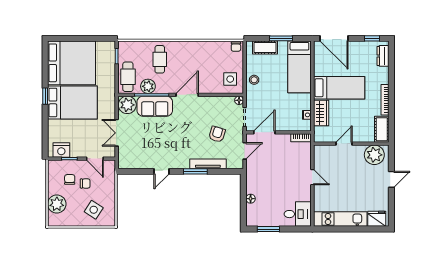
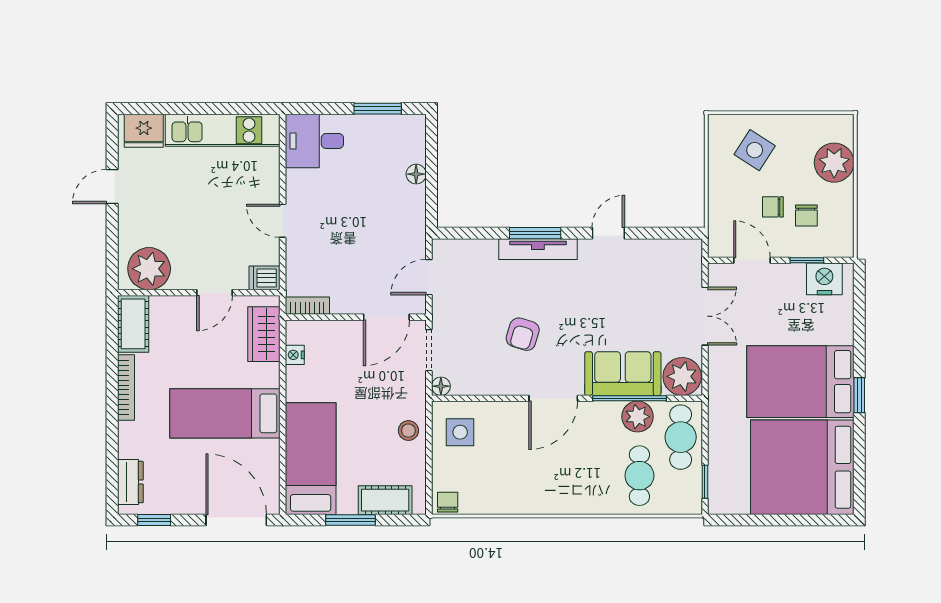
cafe table: (160, 59) -> (639, 476), moved
wardrobe: (321, 113) -> (264, 334), moved
armchair: (217, 134) -> (523, 334), moved
dishwasher: (321, 151) -> (264, 278), added
tv unit: (208, 164) -> (538, 249), moved
door: (391, 179) -> (112, 187), moved

